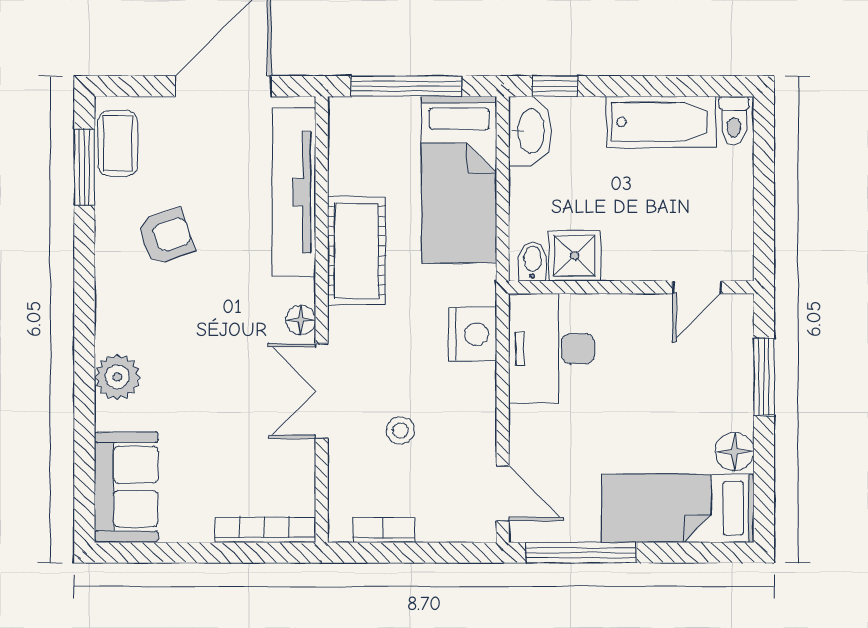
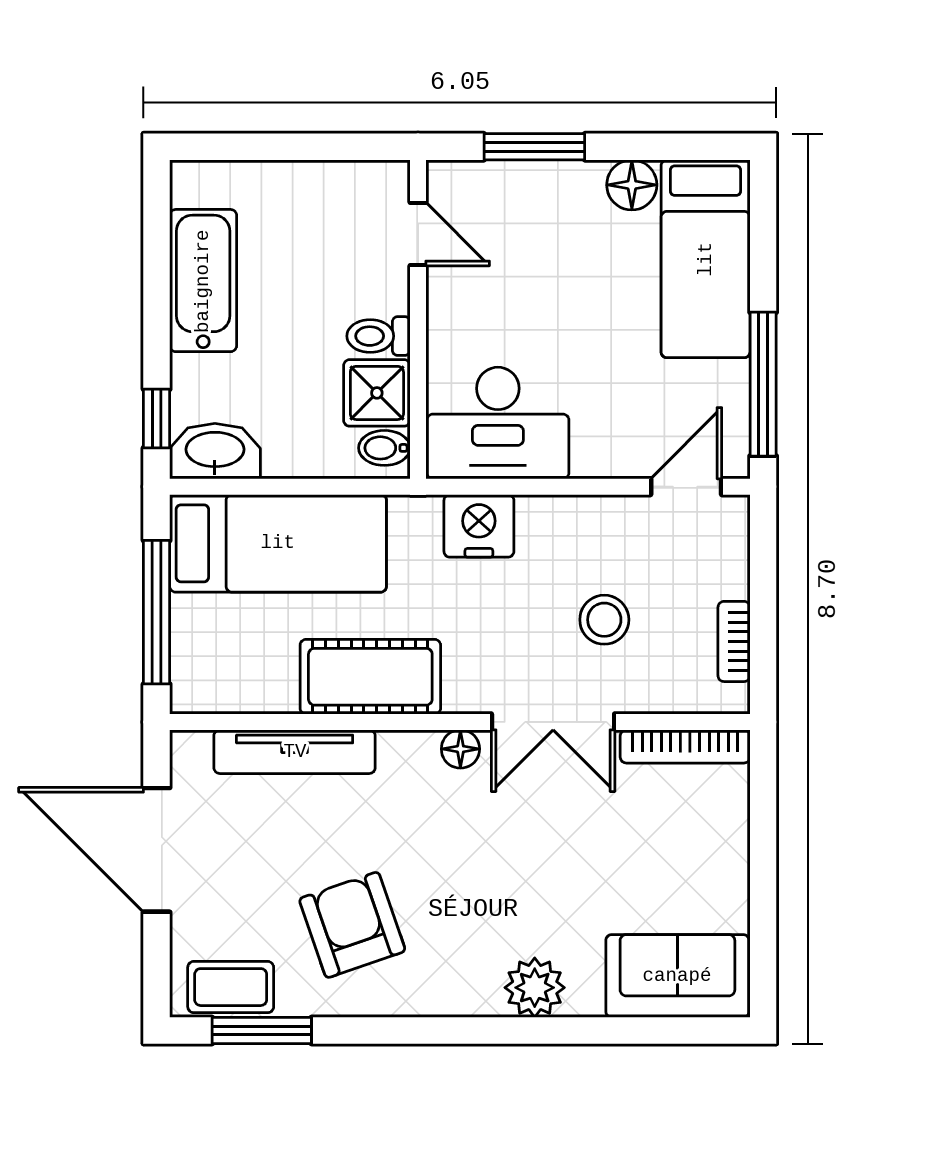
toilet: (734, 121) -> (378, 336), moved, turned 180
tv unit: (294, 192) -> (295, 752), width x0.73, depth x0.78
armchair: (166, 237) -> (352, 925), width x1.38, depth x1.38
stool: (400, 430) -> (604, 620), width x1.37, depth x1.37
bookcase: (264, 530) -> (685, 746), moved, turned -90

